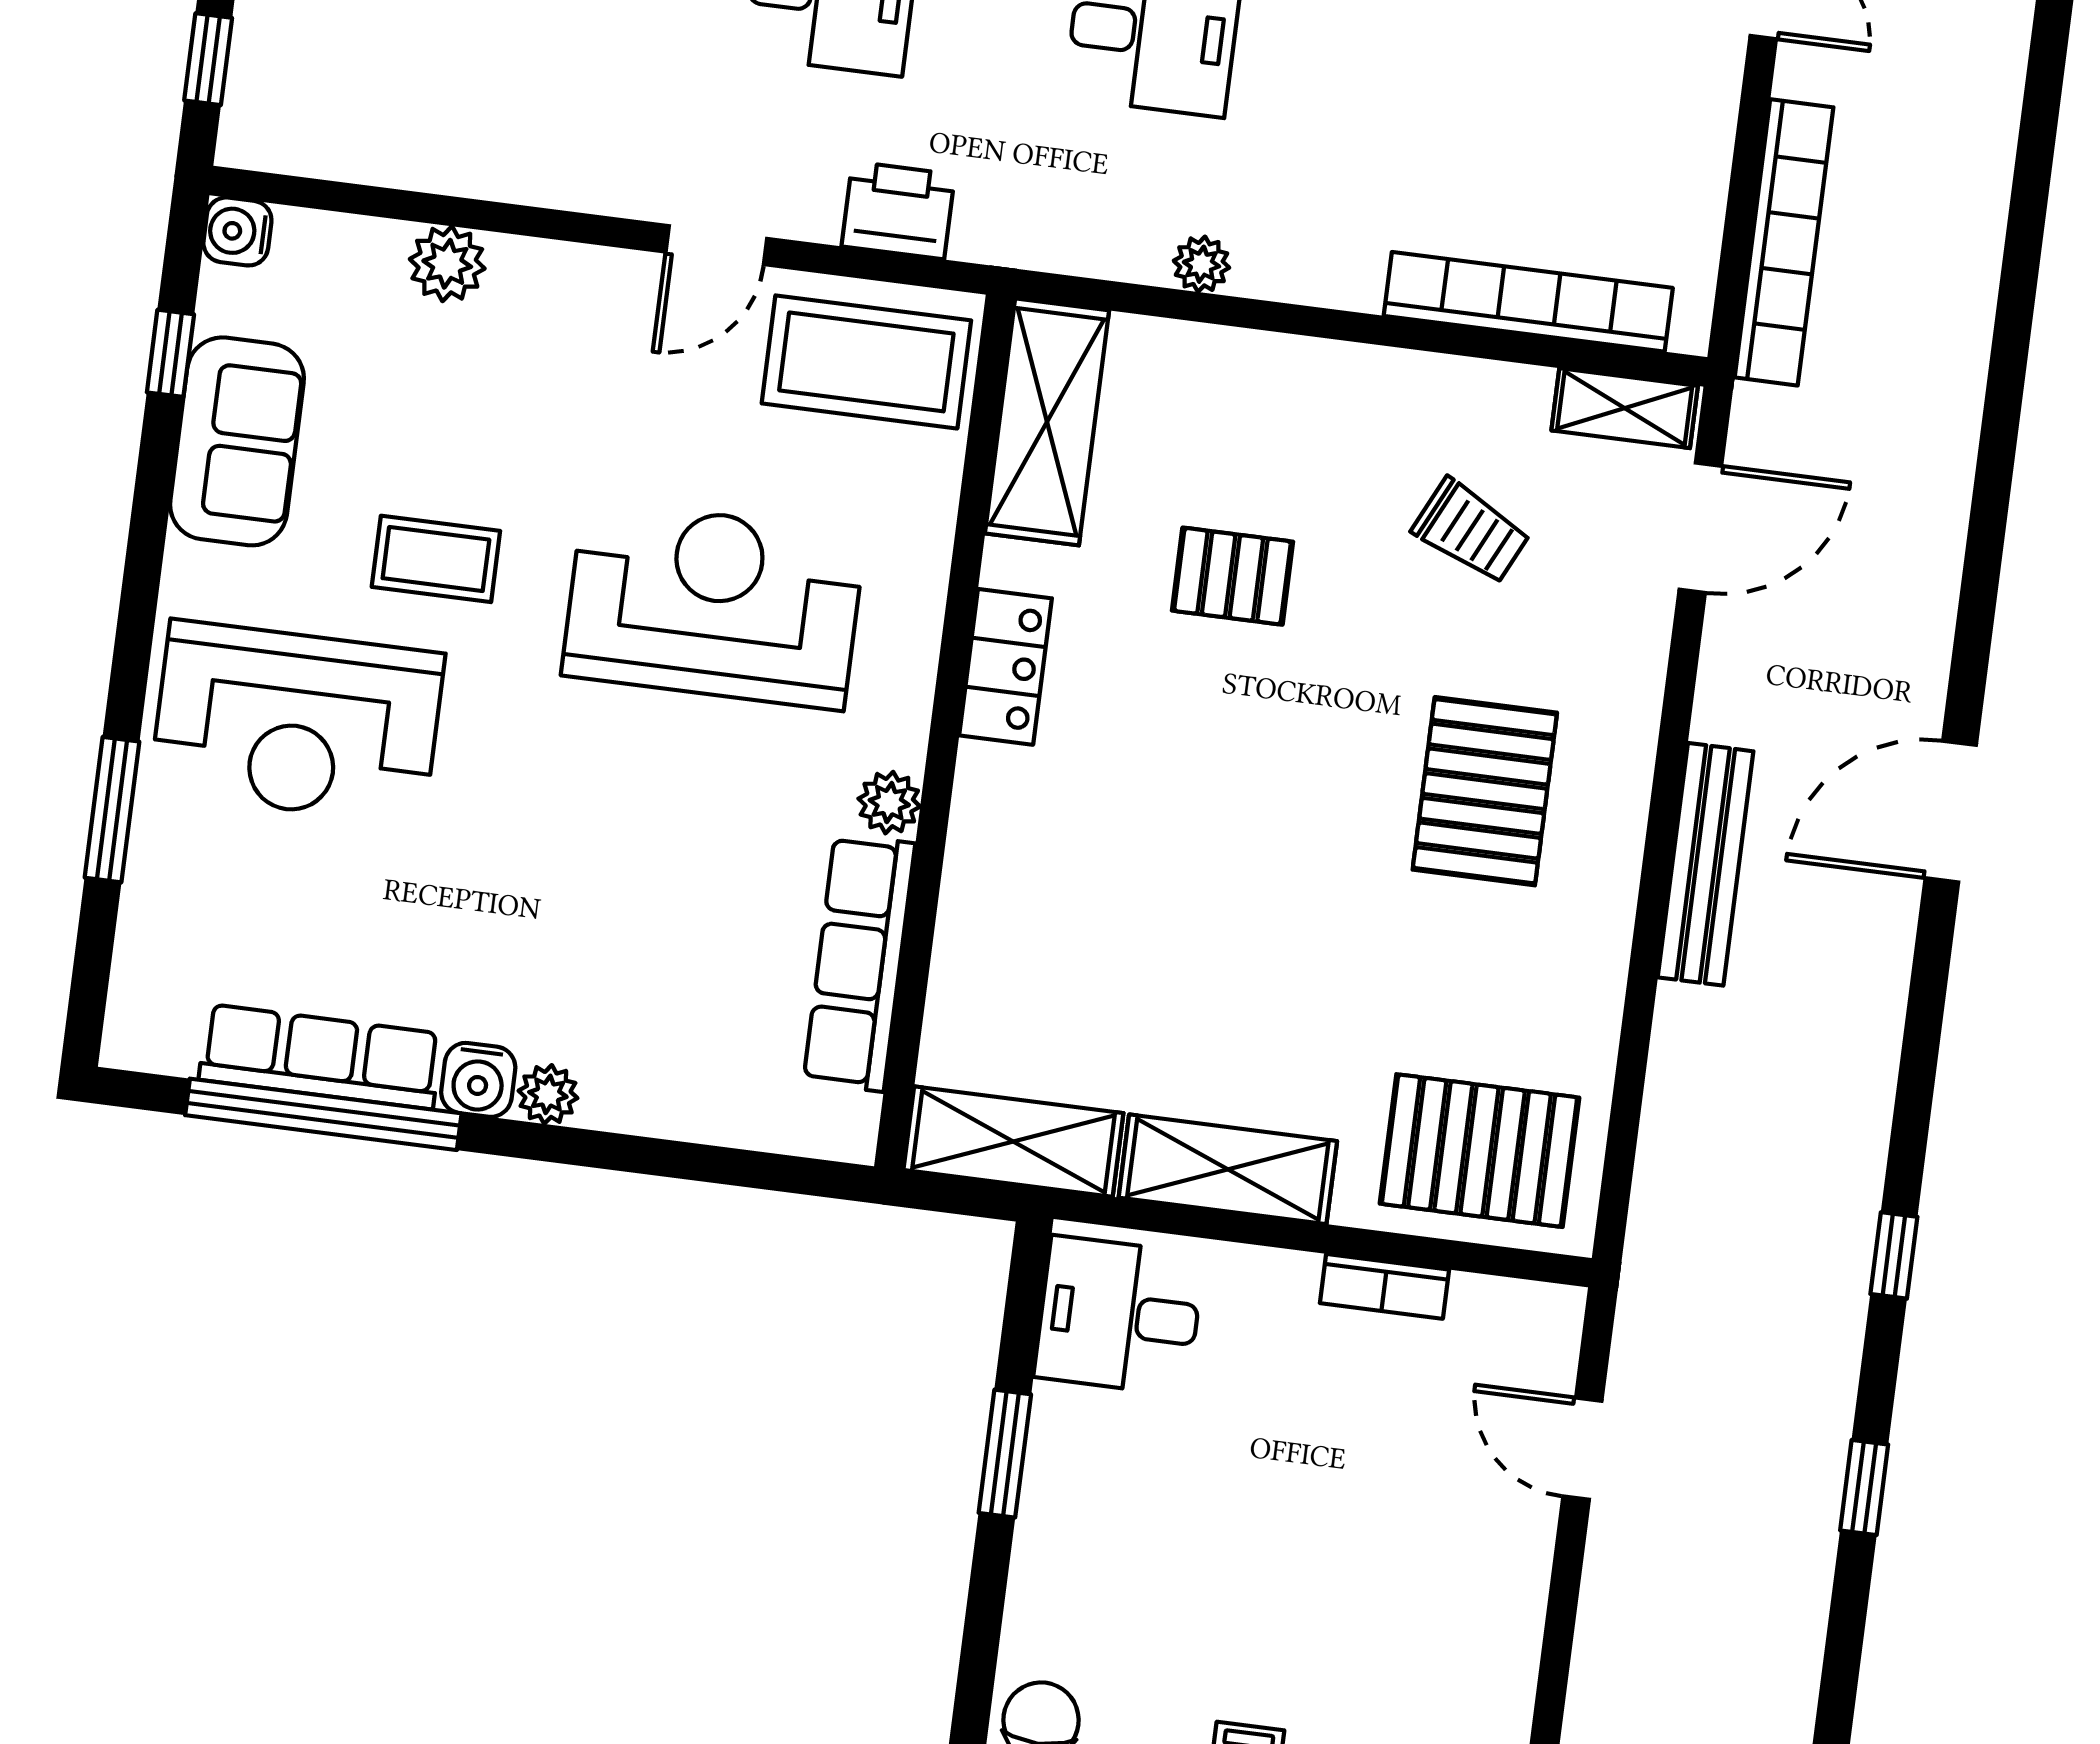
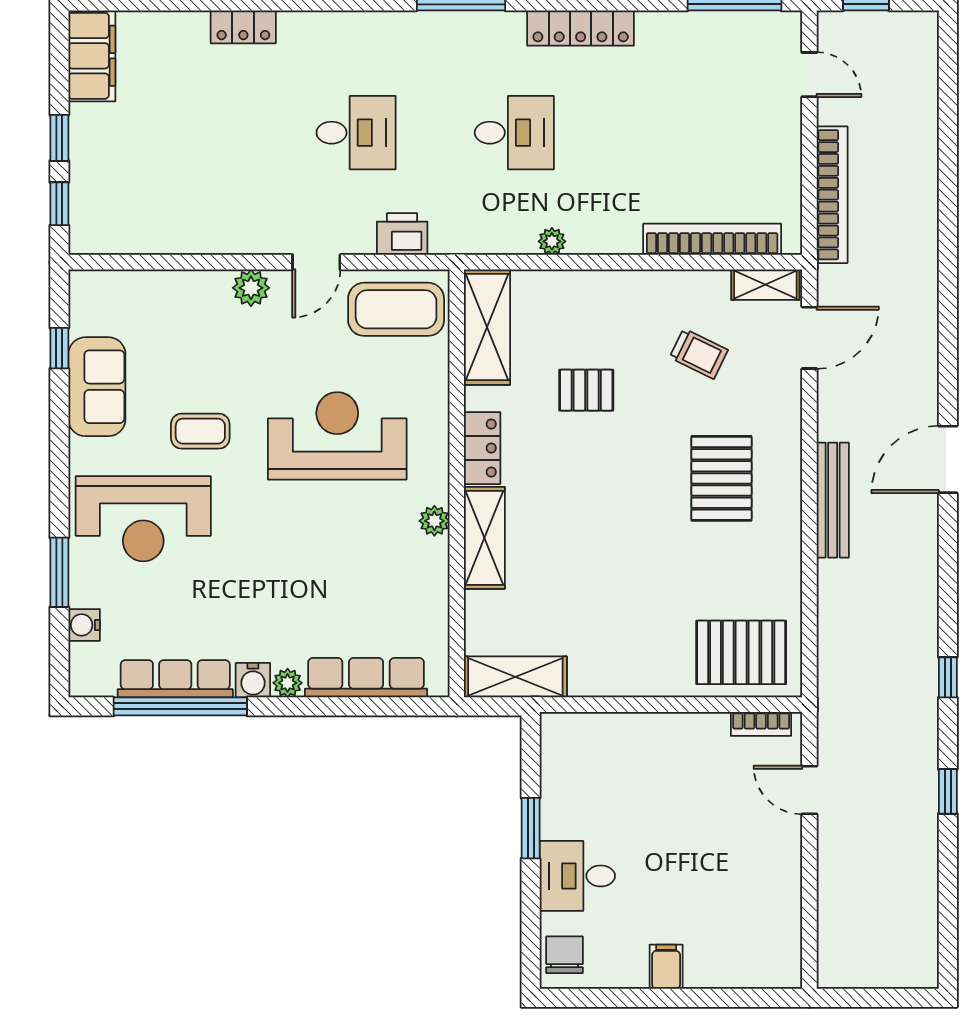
water cooler: (237, 231) -> (84, 625), moved
plant: (447, 264) -> (251, 288), moved
row of seats: (859, 963) -> (366, 678), moved, turned 90
shelving: (1228, 1169) -> (484, 538), moved, turned 90
bookcase: (1384, 1286) -> (761, 724), moved
desk: (1119, 1316) -> (577, 876), moved

